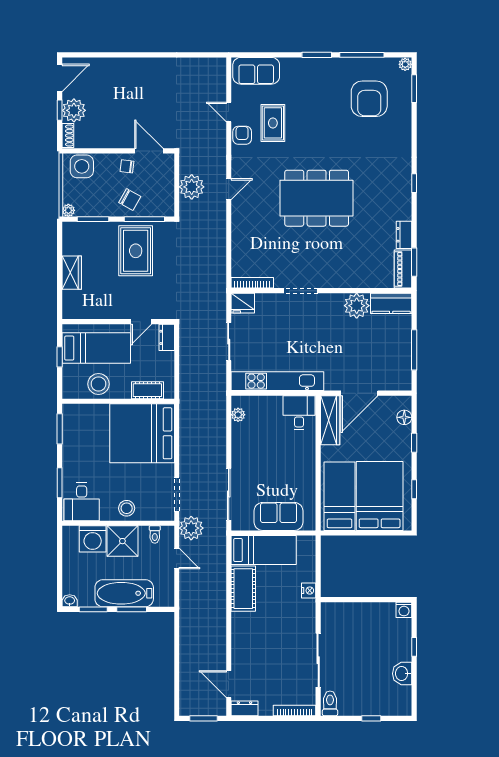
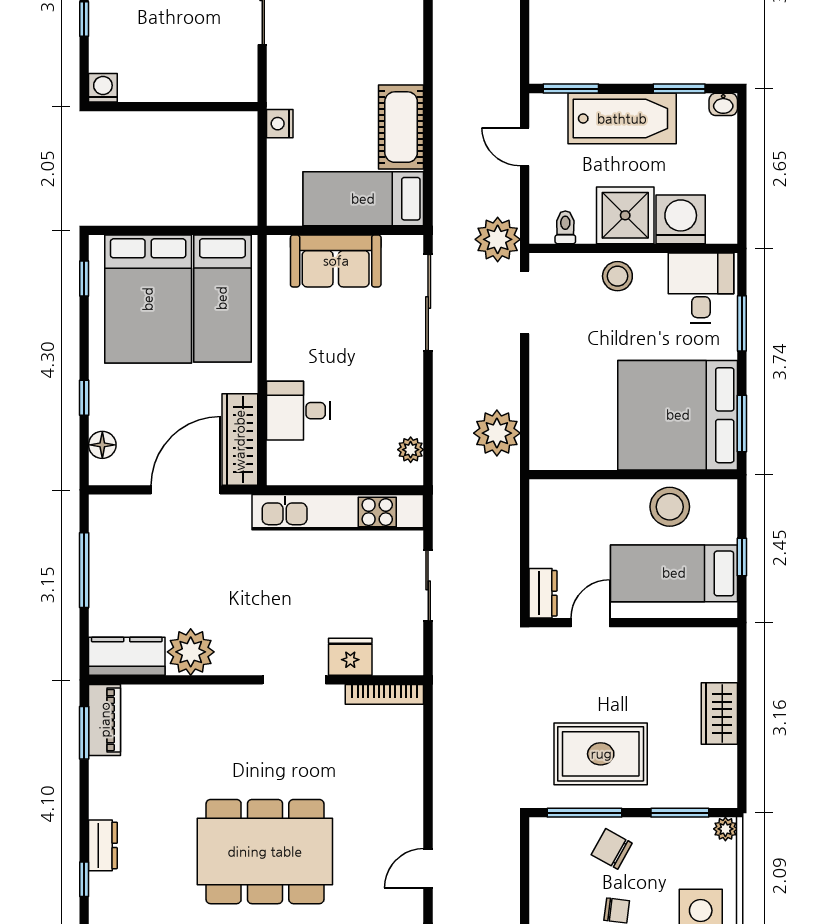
plant: (192, 187) -> (497, 433), moved
dresser: (404, 235) -> (103, 845), moved
rug: (136, 251) -> (601, 754), turned 90
fridge: (243, 303) -> (350, 657), moved
cot: (147, 390) -> (579, 495), removed
desk: (299, 413) -> (298, 411), moved, turned 90
bed: (142, 433) -> (678, 415), moved, turned 180
window: (414, 489) -> (84, 279), moved
door: (177, 559) -> (525, 147), moved
window: (132, 609) -> (571, 89), moved

